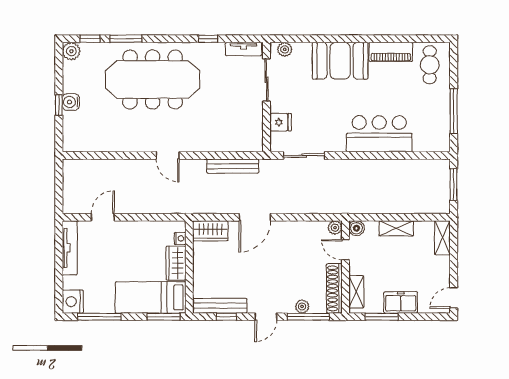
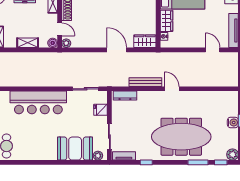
piano: (391, 52) -> (31, 154), removed
booth: (340, 61) -> (75, 149), moved
bar counter: (379, 134) -> (38, 102), width x1.36
dresser: (242, 145) -> (125, 96), added
bench: (233, 166) -> (145, 82), moved
door: (103, 217) -> (213, 50), swing flipped
door: (255, 217) -> (117, 50), hinge flipped

